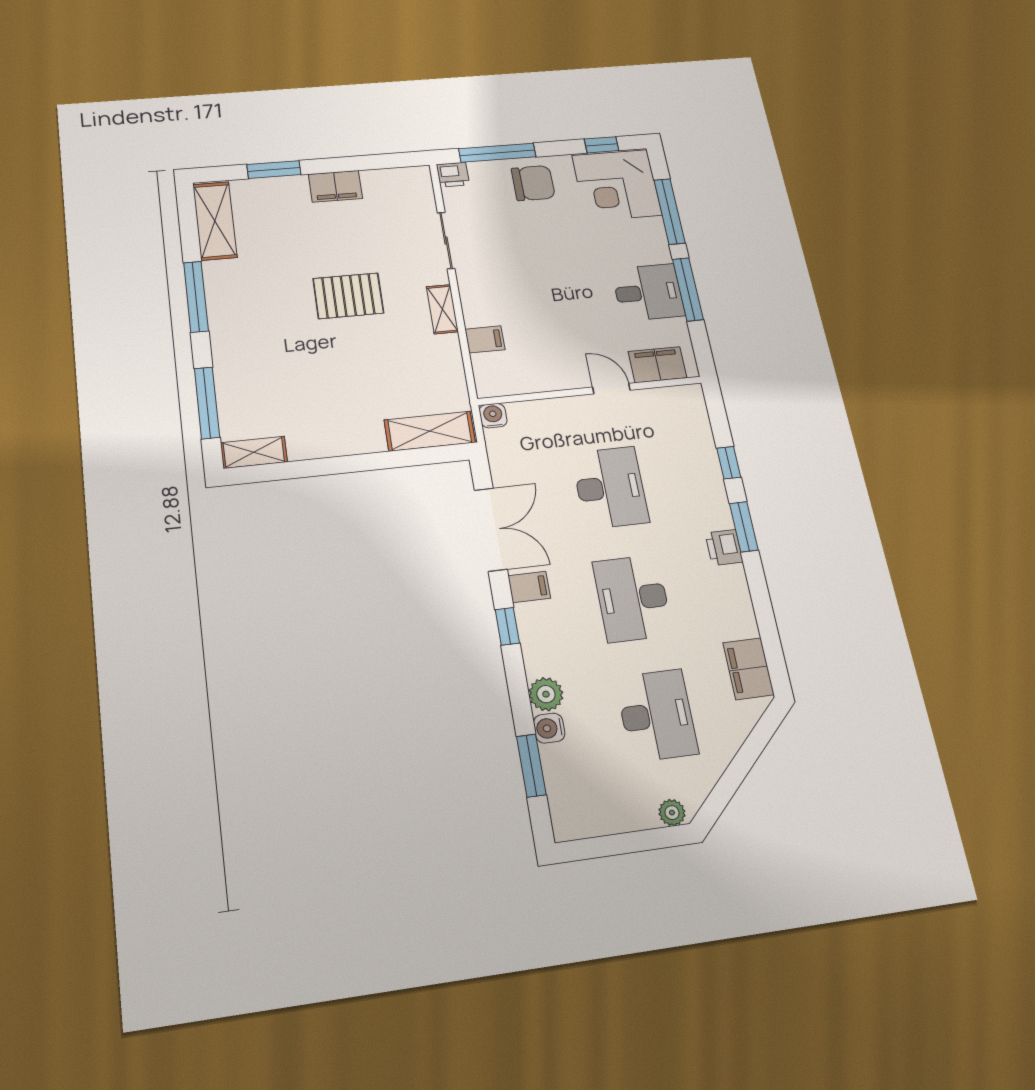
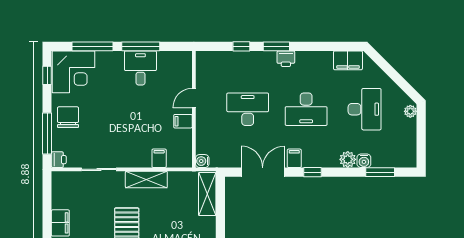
shelving: (442, 309) -> (146, 180), width x1.50, depth x1.33
filing cabinet: (657, 365) -> (183, 121), moved, width x0.50
desk: (657, 715) -> (365, 109), turned 90

